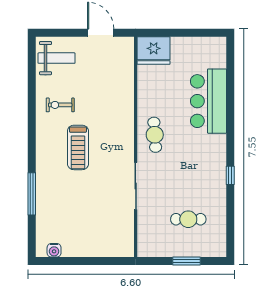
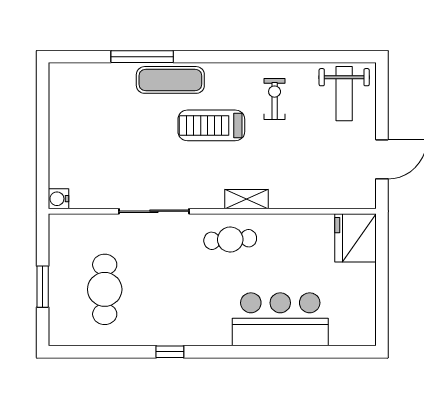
shelving: (128, 124) -> (246, 199), added
exercise mat: (47, 175) -> (170, 80), added
cafe table: (188, 219) -> (105, 289), width x1.37, depth x1.35
water cooler: (54, 250) -> (59, 199), moved

